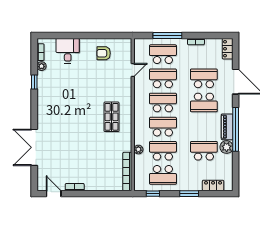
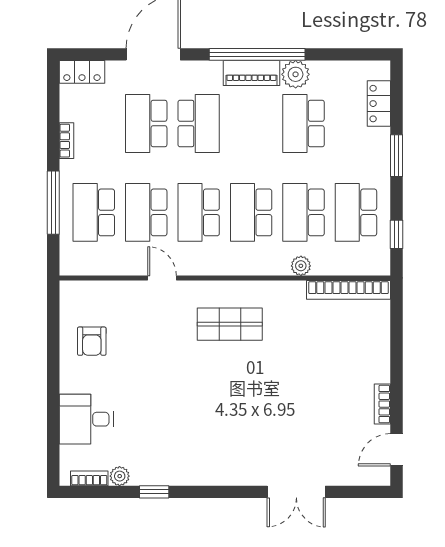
door: (133, 70) -> (162, 278), moved
double door: (34, 147) -> (296, 492), width x0.73
school desk: (163, 175) -> (356, 212), turned 180

